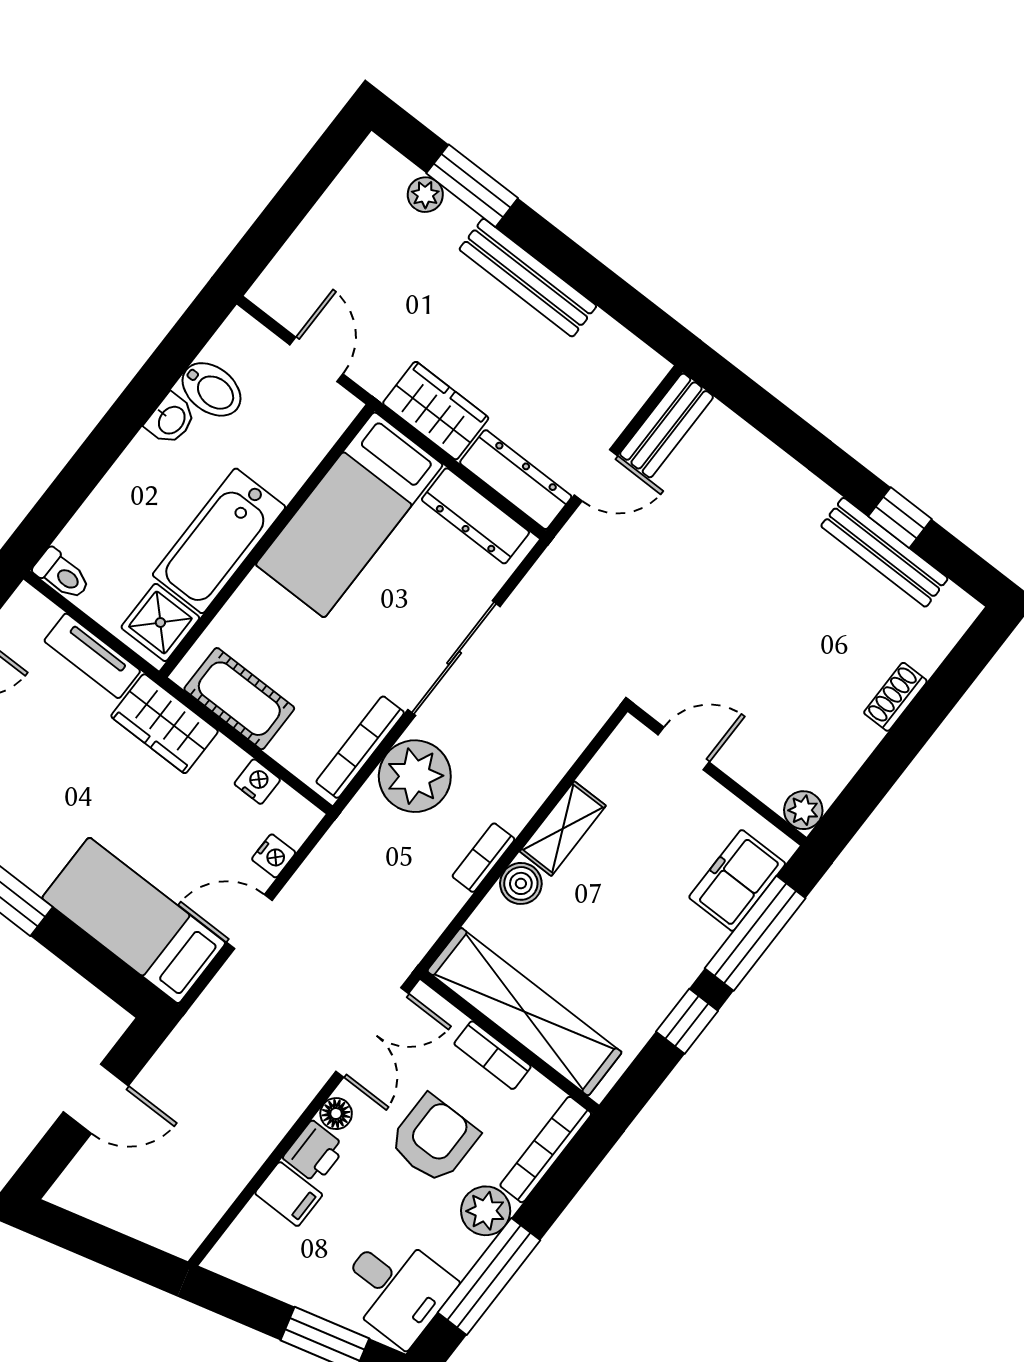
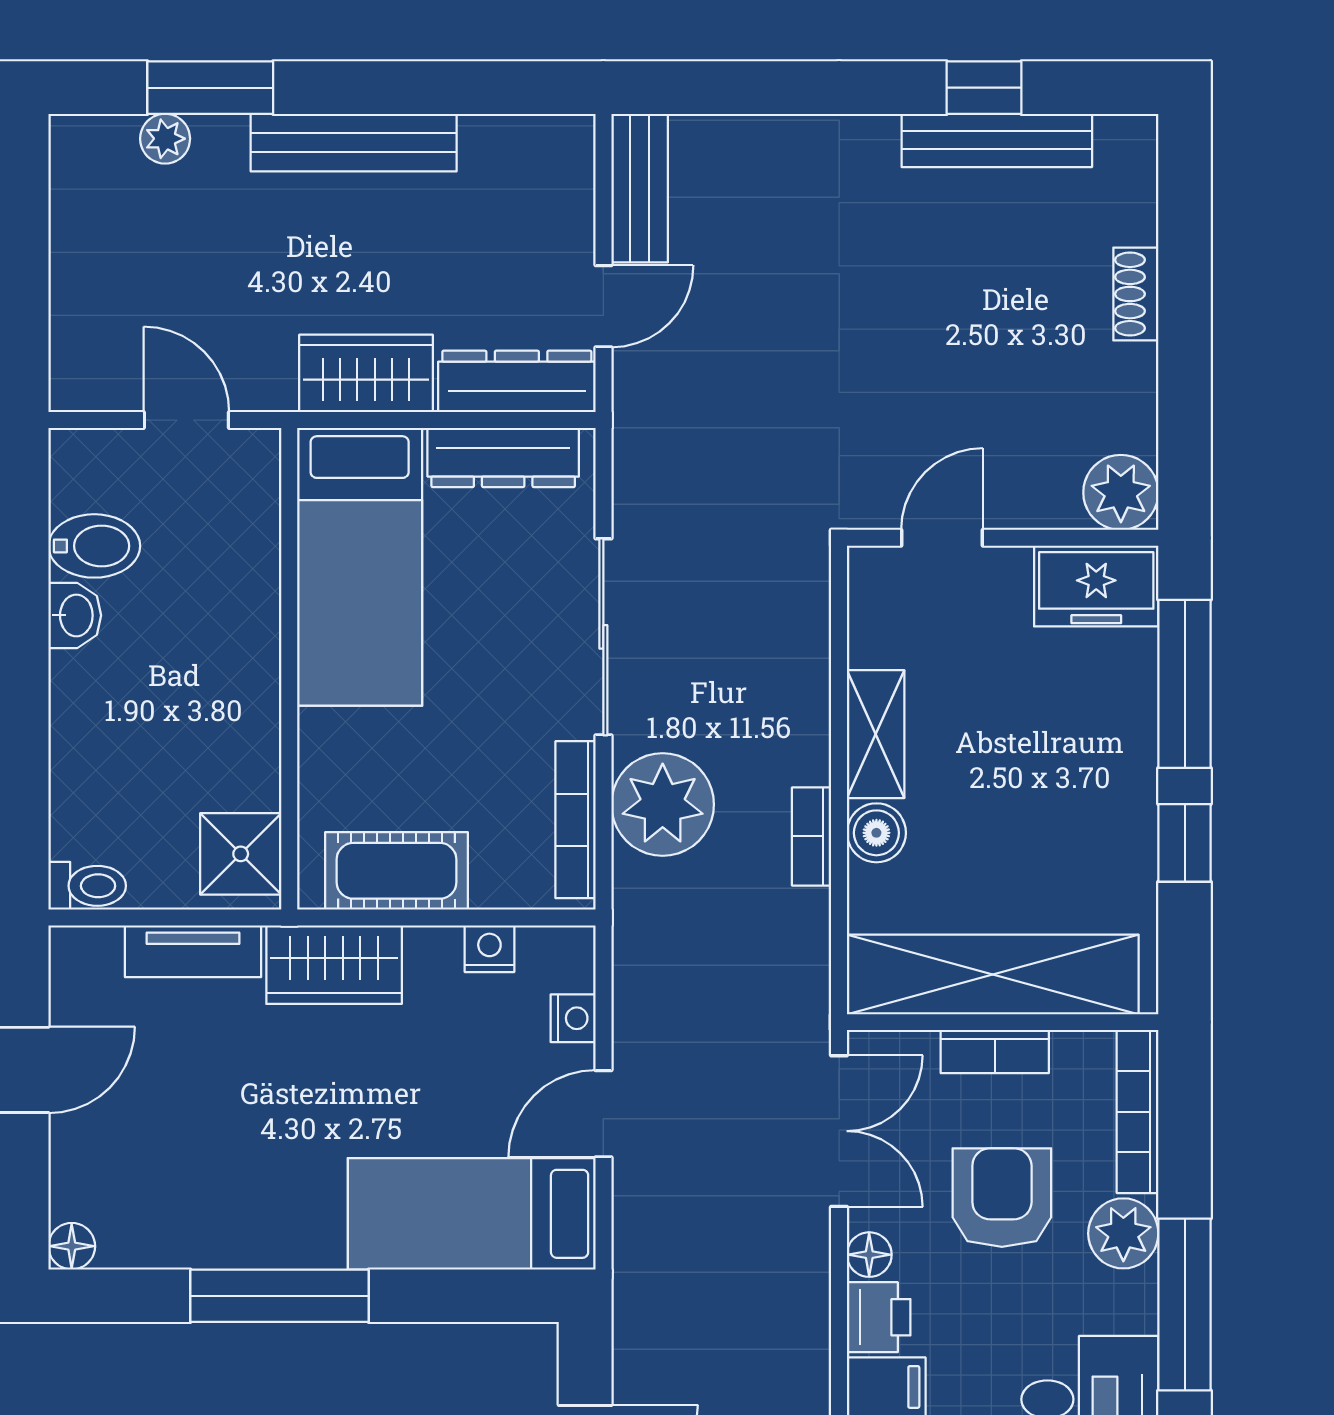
bathtub: (219, 541) -> (235, 710), removed
plant: (803, 810) -> (1121, 492), width x1.38, depth x1.38
freezer: (737, 880) -> (1096, 586), moved, turned -90

